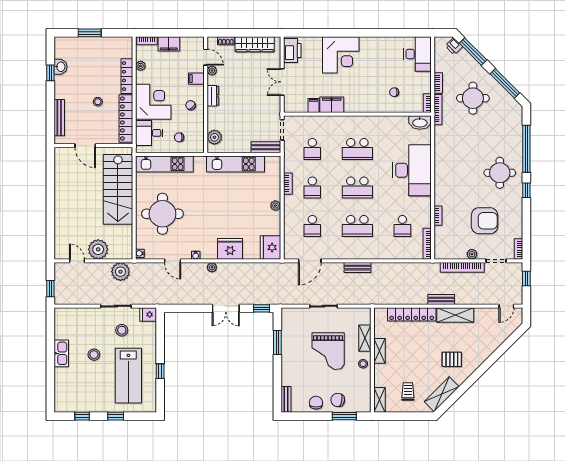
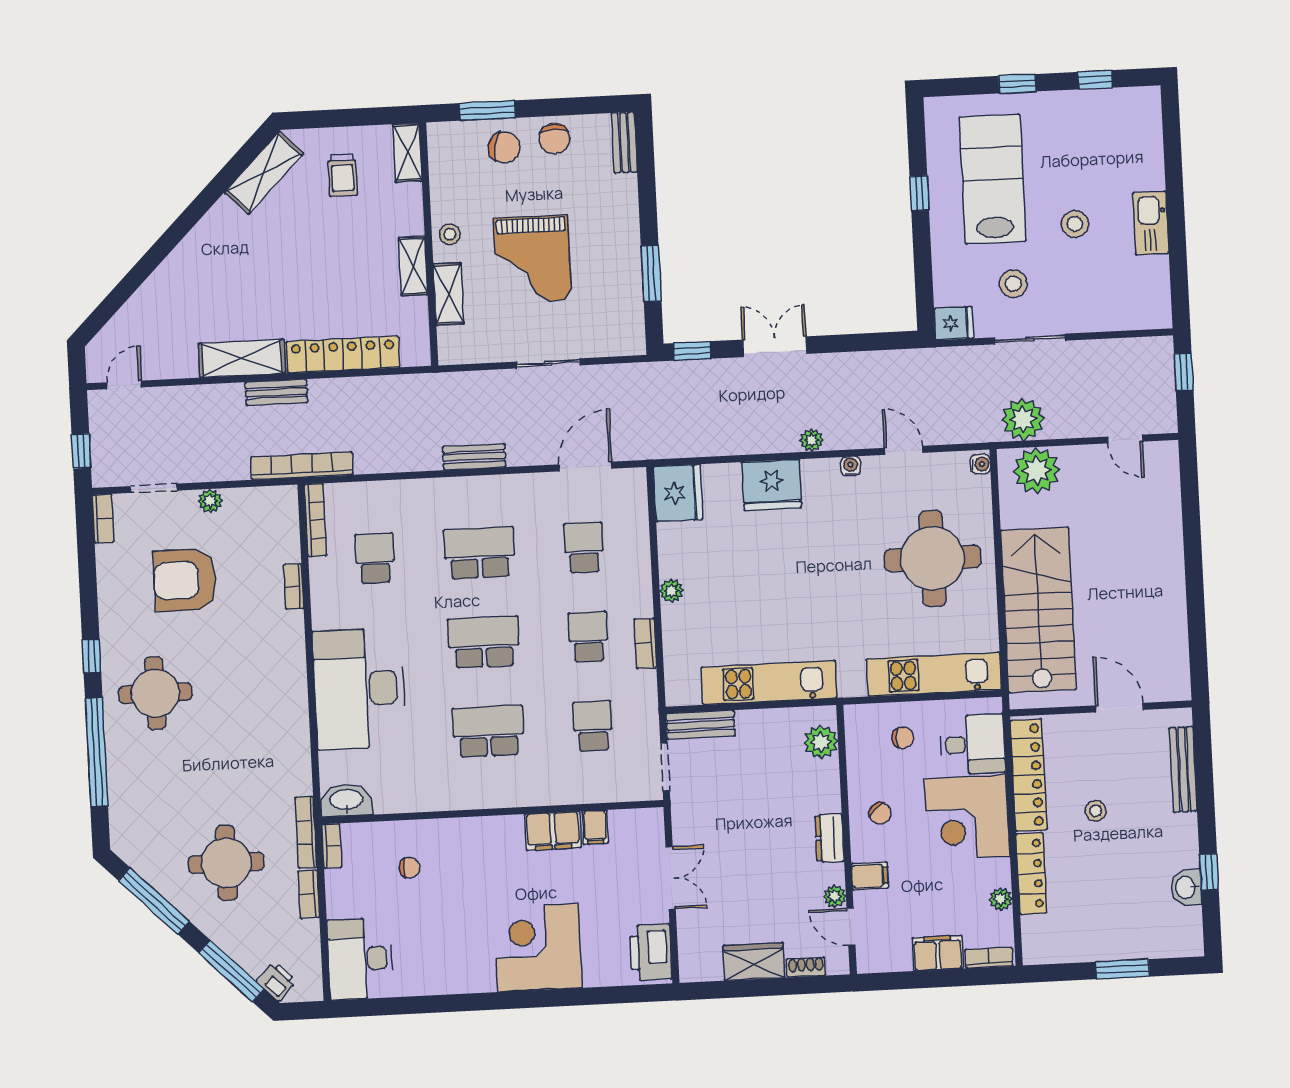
wardrobe: (255, 44) -> (754, 962), width x0.67
plant: (98, 249) -> (1037, 470), moved
bookcase: (462, 267) -> (302, 466), moved
grand piano: (328, 351) -> (533, 260), turned 180
pallet: (452, 359) -> (245, 255), removed

